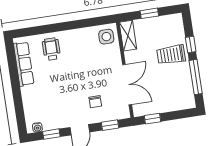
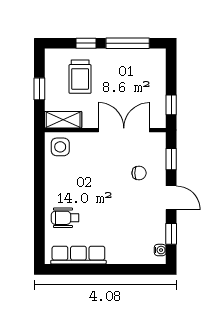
trolley: (171, 55) -> (80, 77), moved

